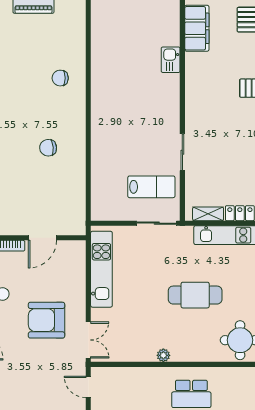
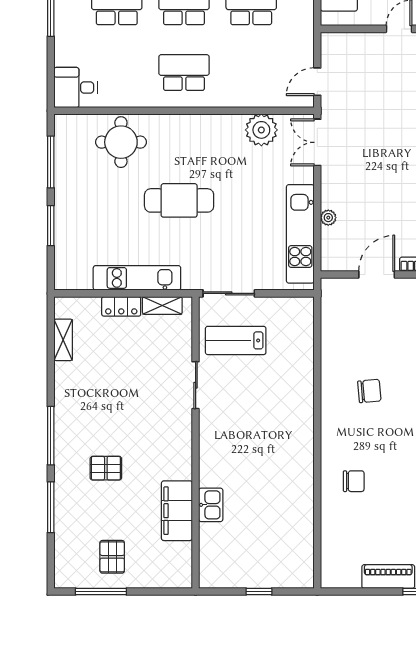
filing cabinet: (197, 28) -> (177, 511), moved
plant: (80, 282) -> (328, 218), added
armchair: (47, 320) -> (371, 168), removed
plant: (163, 355) -> (261, 130), moved, width x1.87, depth x1.87
door: (88, 387) -> (317, 82), swing flipped

